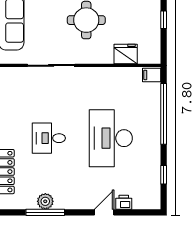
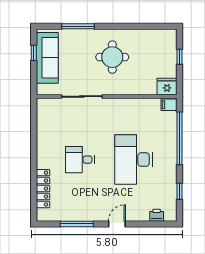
fridge: (126, 54) -> (167, 87), moved
plant: (45, 201) -> (77, 214), removed
printer: (124, 202) -> (157, 215), moved
door: (104, 212) -> (117, 224), moved

